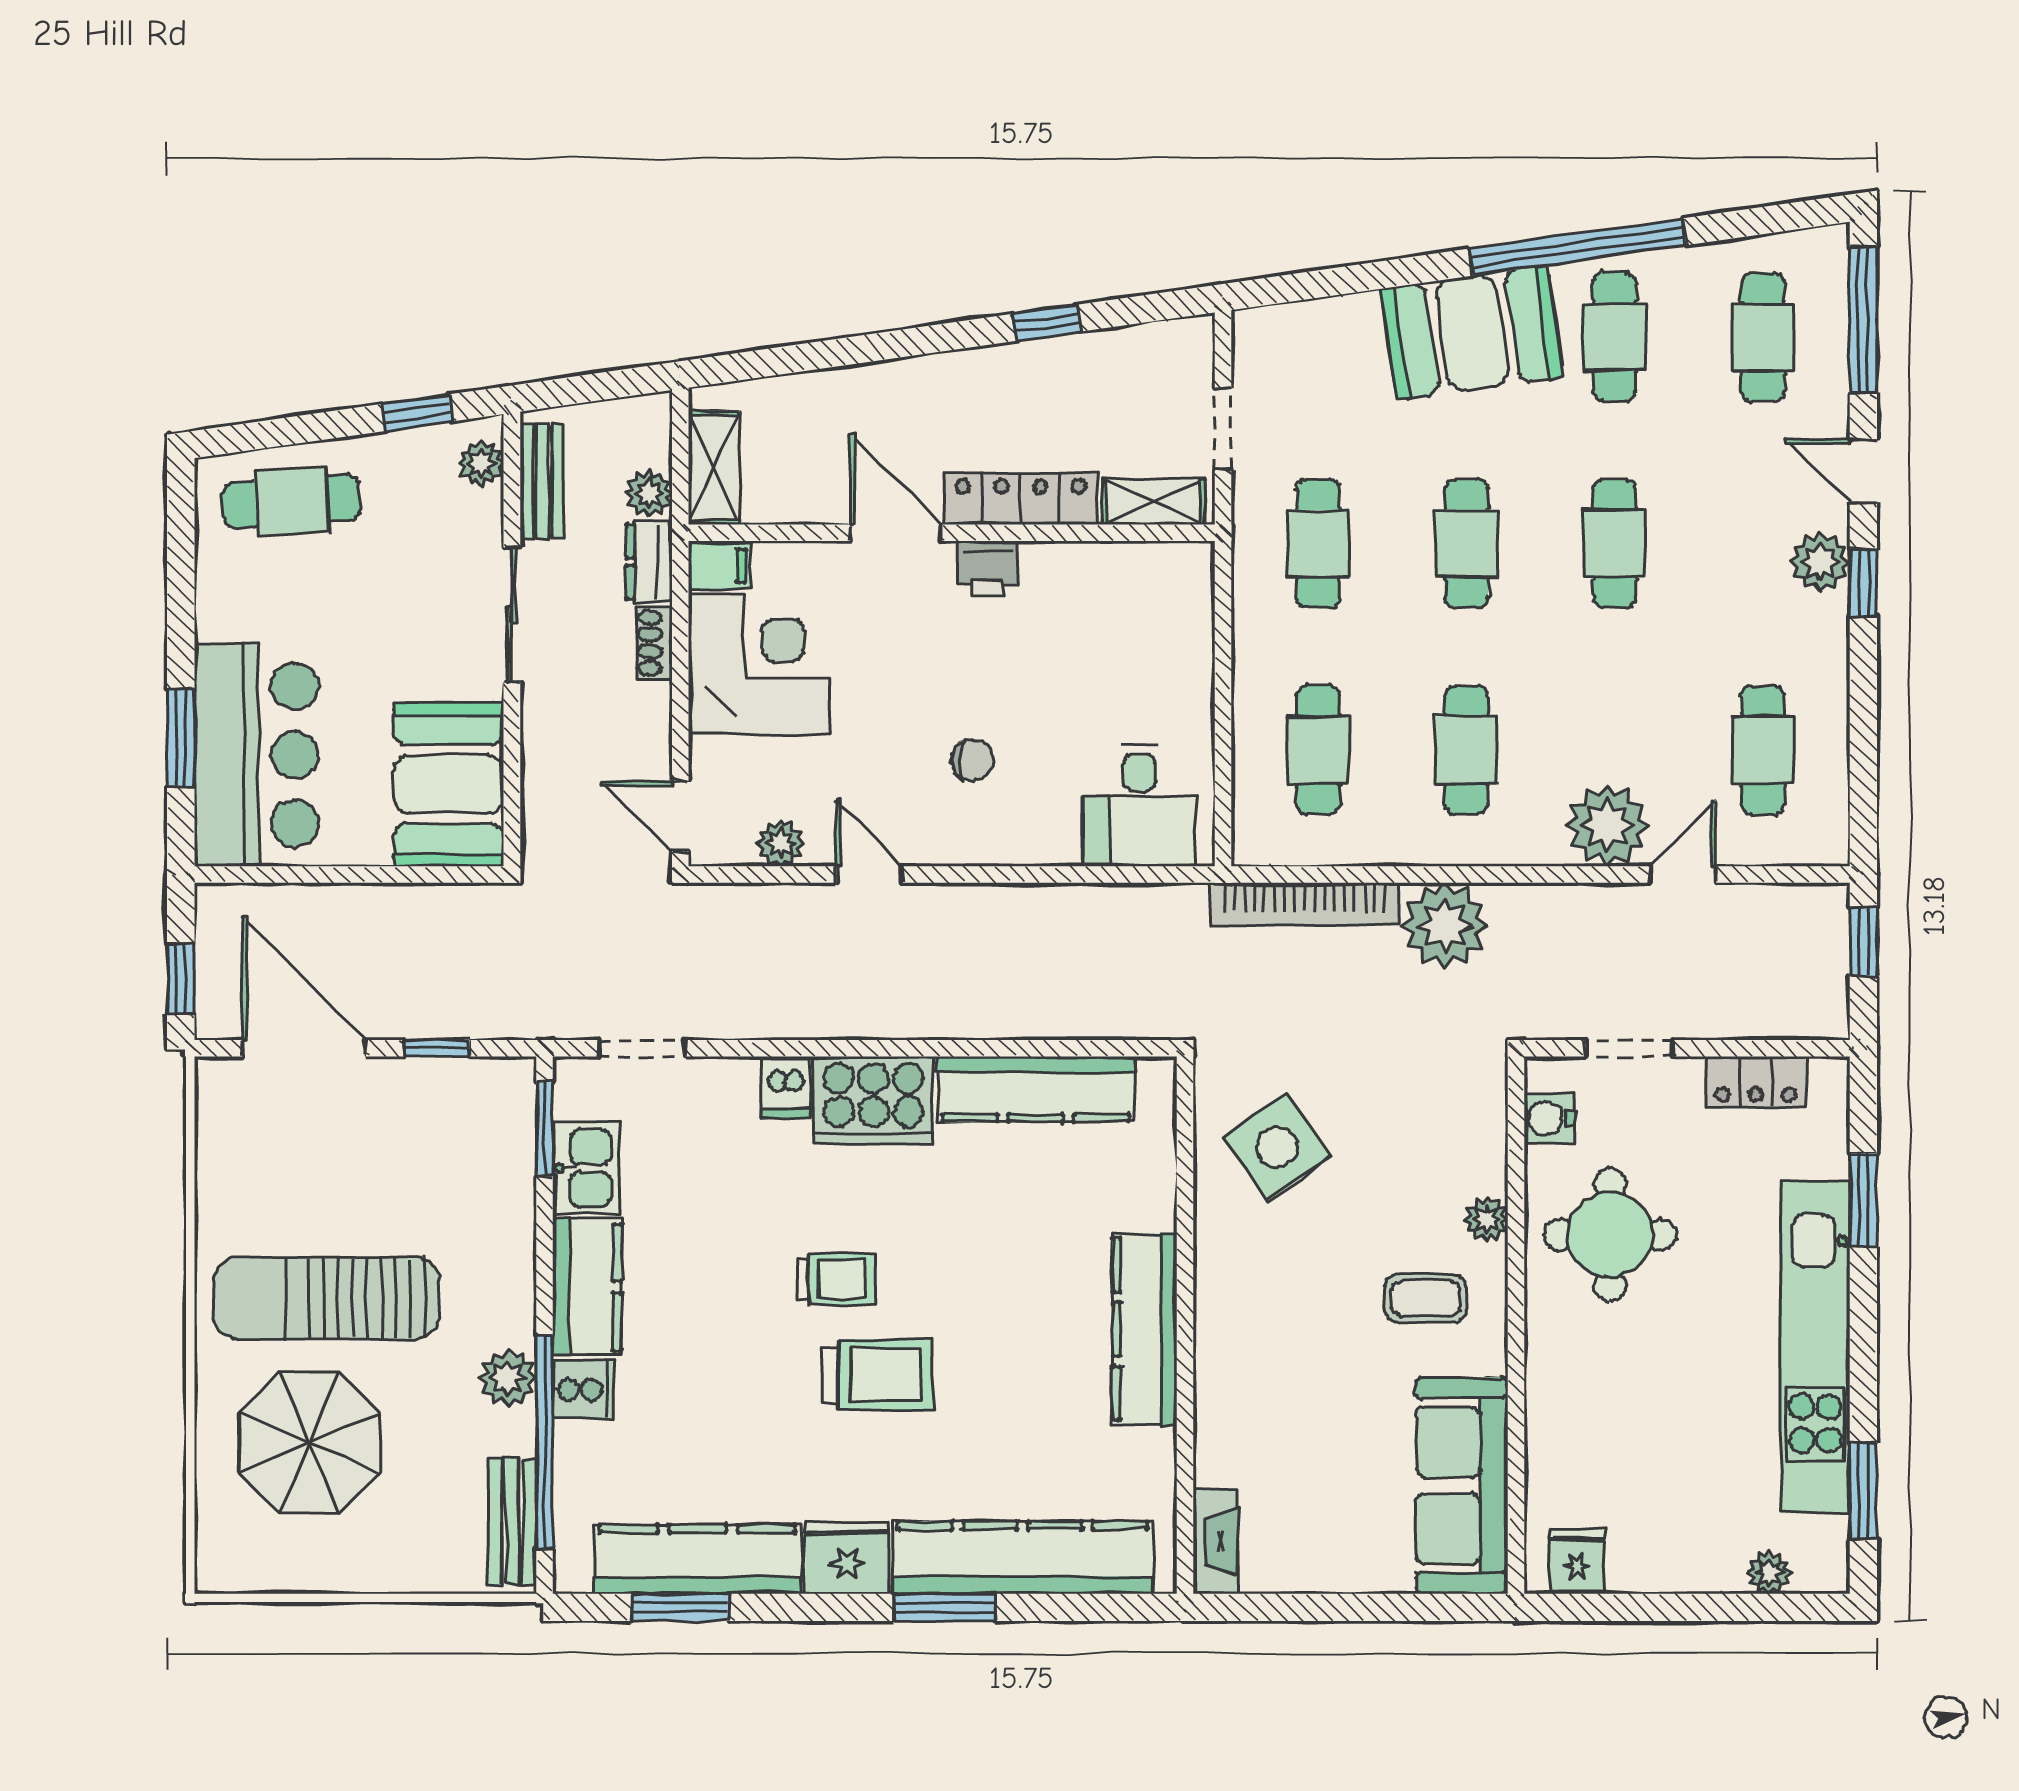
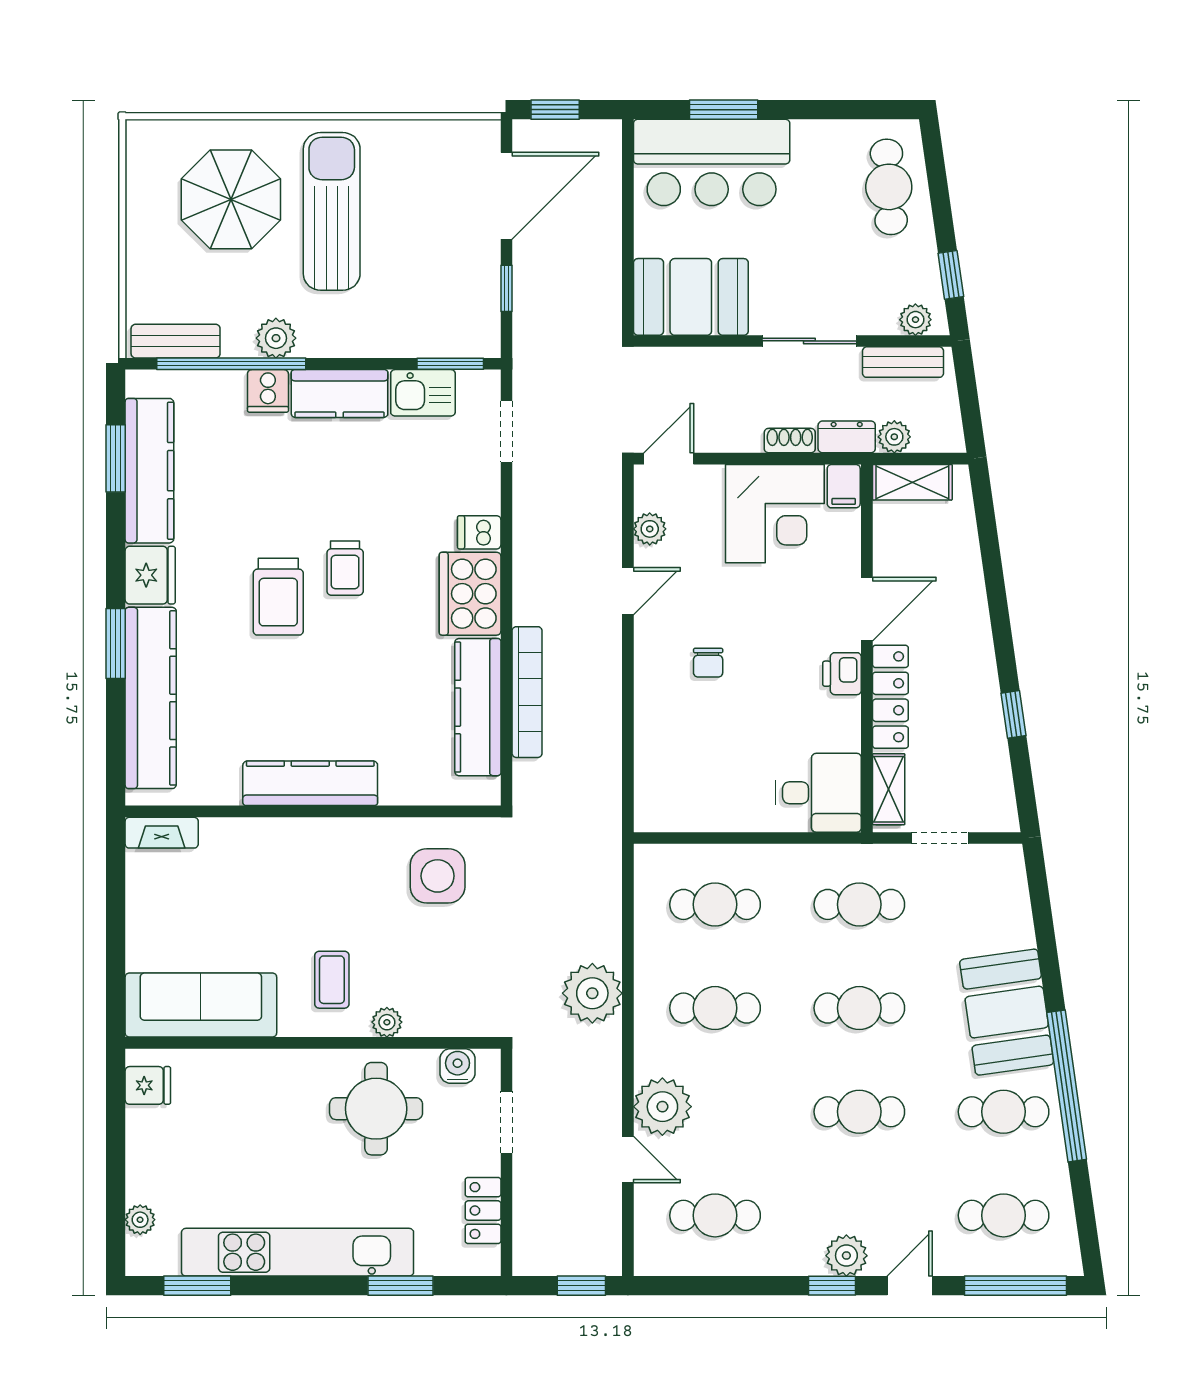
desk: (1139, 805) -> (819, 793), moved, turned 180
bookcase: (1304, 904) -> (527, 692), moved, turned 180
side table: (1277, 1147) -> (438, 876), turned 35

